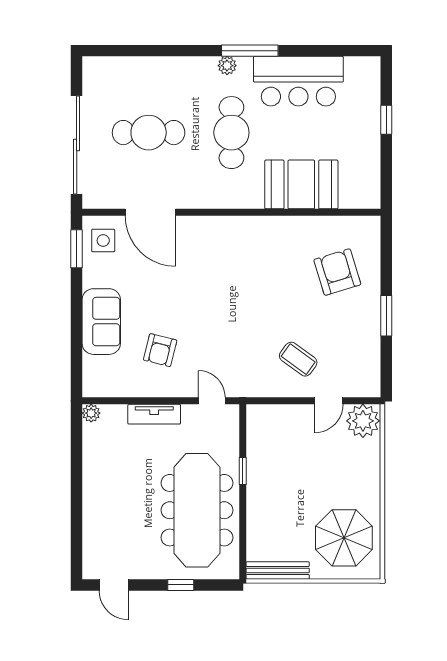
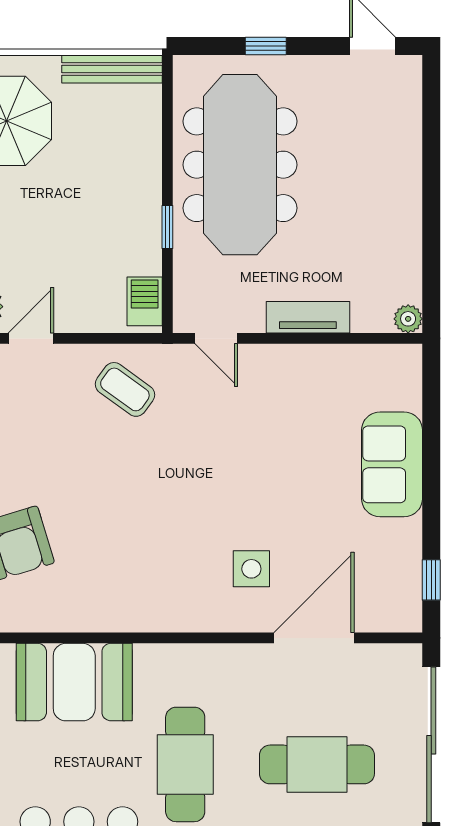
door: (150, 212) -> (314, 638), hinge flipped
side table: (103, 240) -> (251, 569), moved
window: (77, 249) -> (431, 580), width x0.67
armchair: (160, 350) -> (298, 419), removed
coffee table: (298, 359) -> (125, 389), moved
barbecue: (257, 424) -> (145, 301), added

